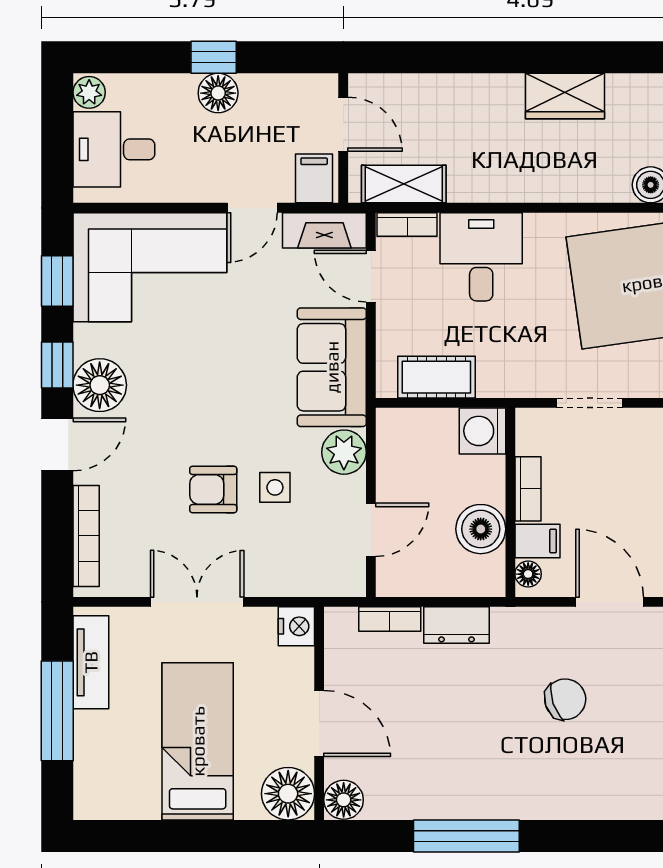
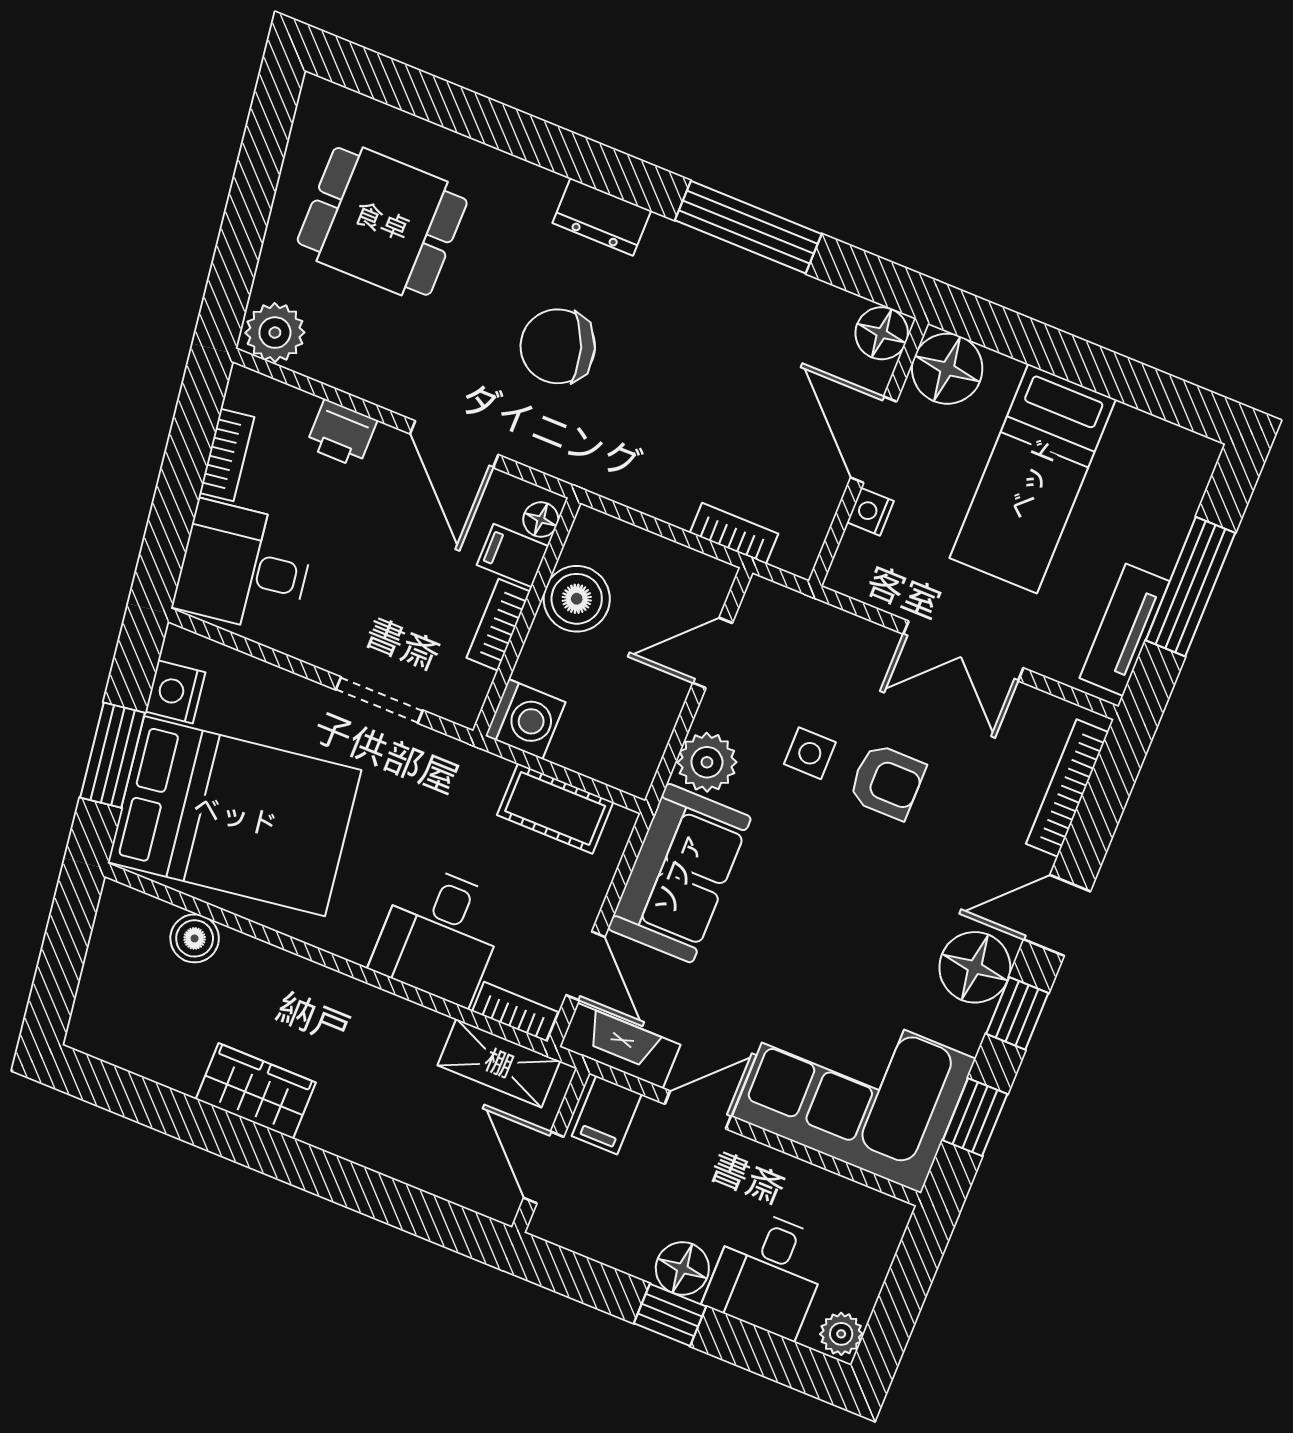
desk: (114, 149) -> (768, 1273), moved, turned 90
dresser: (456, 625) -> (602, 217), moved, turned 180
nightstand: (296, 626) -> (870, 512), moved, width x0.72, depth x0.74
chair: (565, 699) -> (558, 346), width x1.37, depth x1.37

